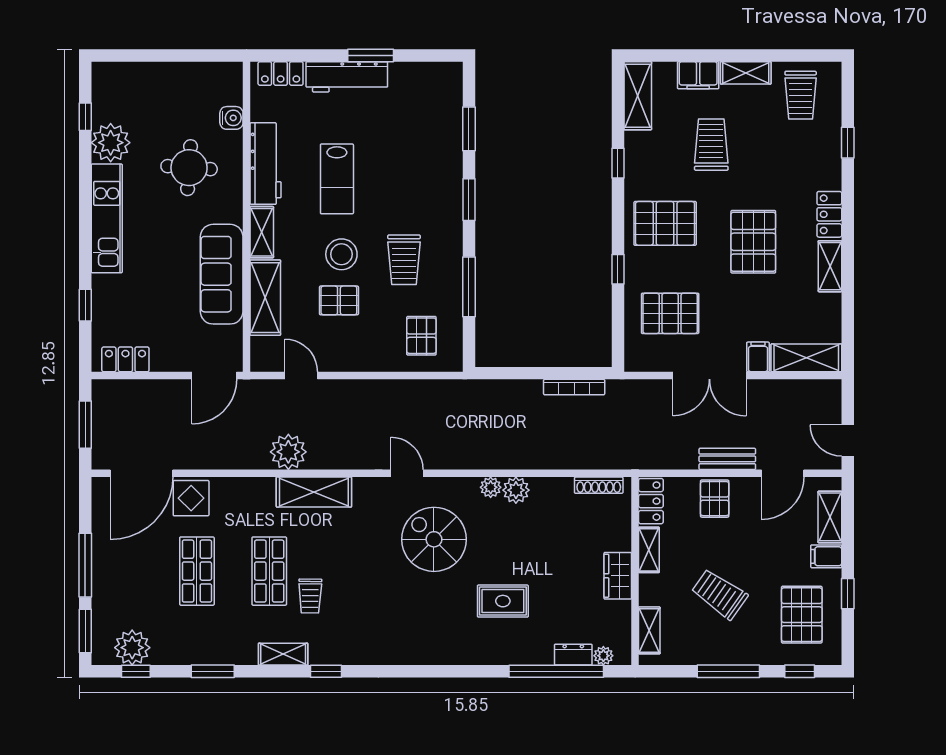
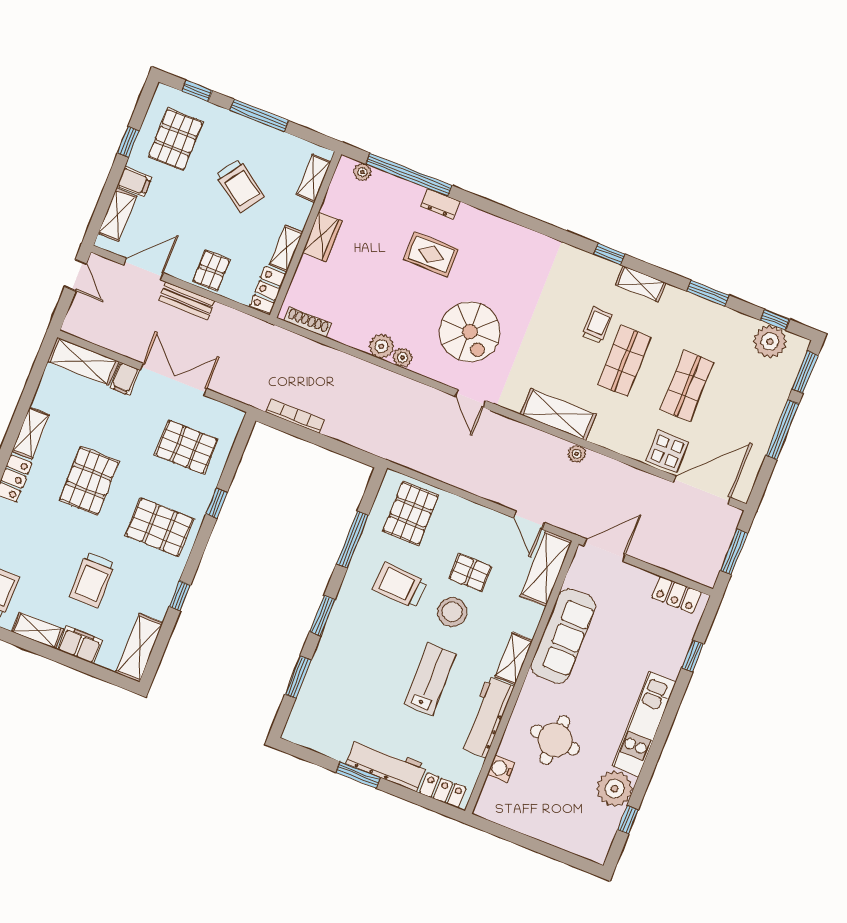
trolley: (404, 260) -> (400, 586), turned -86
shelving: (265, 298) -> (546, 569), moved
pallet: (421, 336) -> (411, 513), width x1.50, depth x1.42
plant: (288, 452) -> (577, 454), width x0.53, depth x0.53
dresser: (573, 655) -> (440, 204), moved

